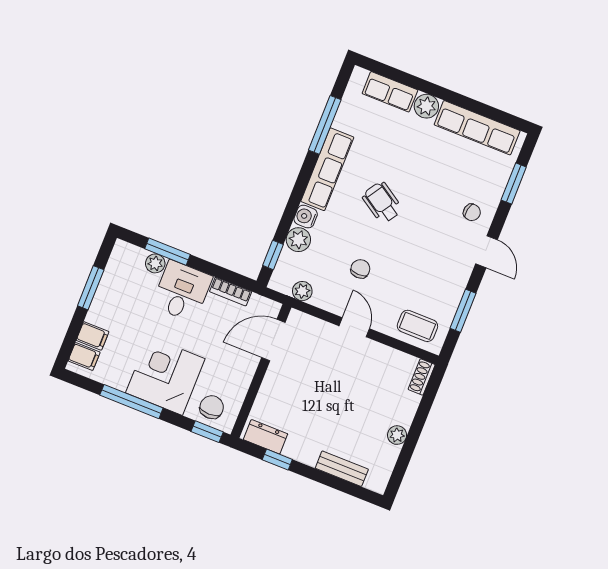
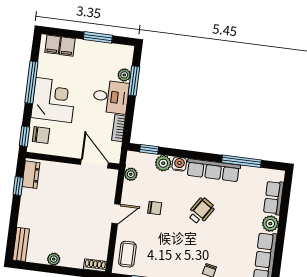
bench: (342, 469) -> (21, 244), moved

